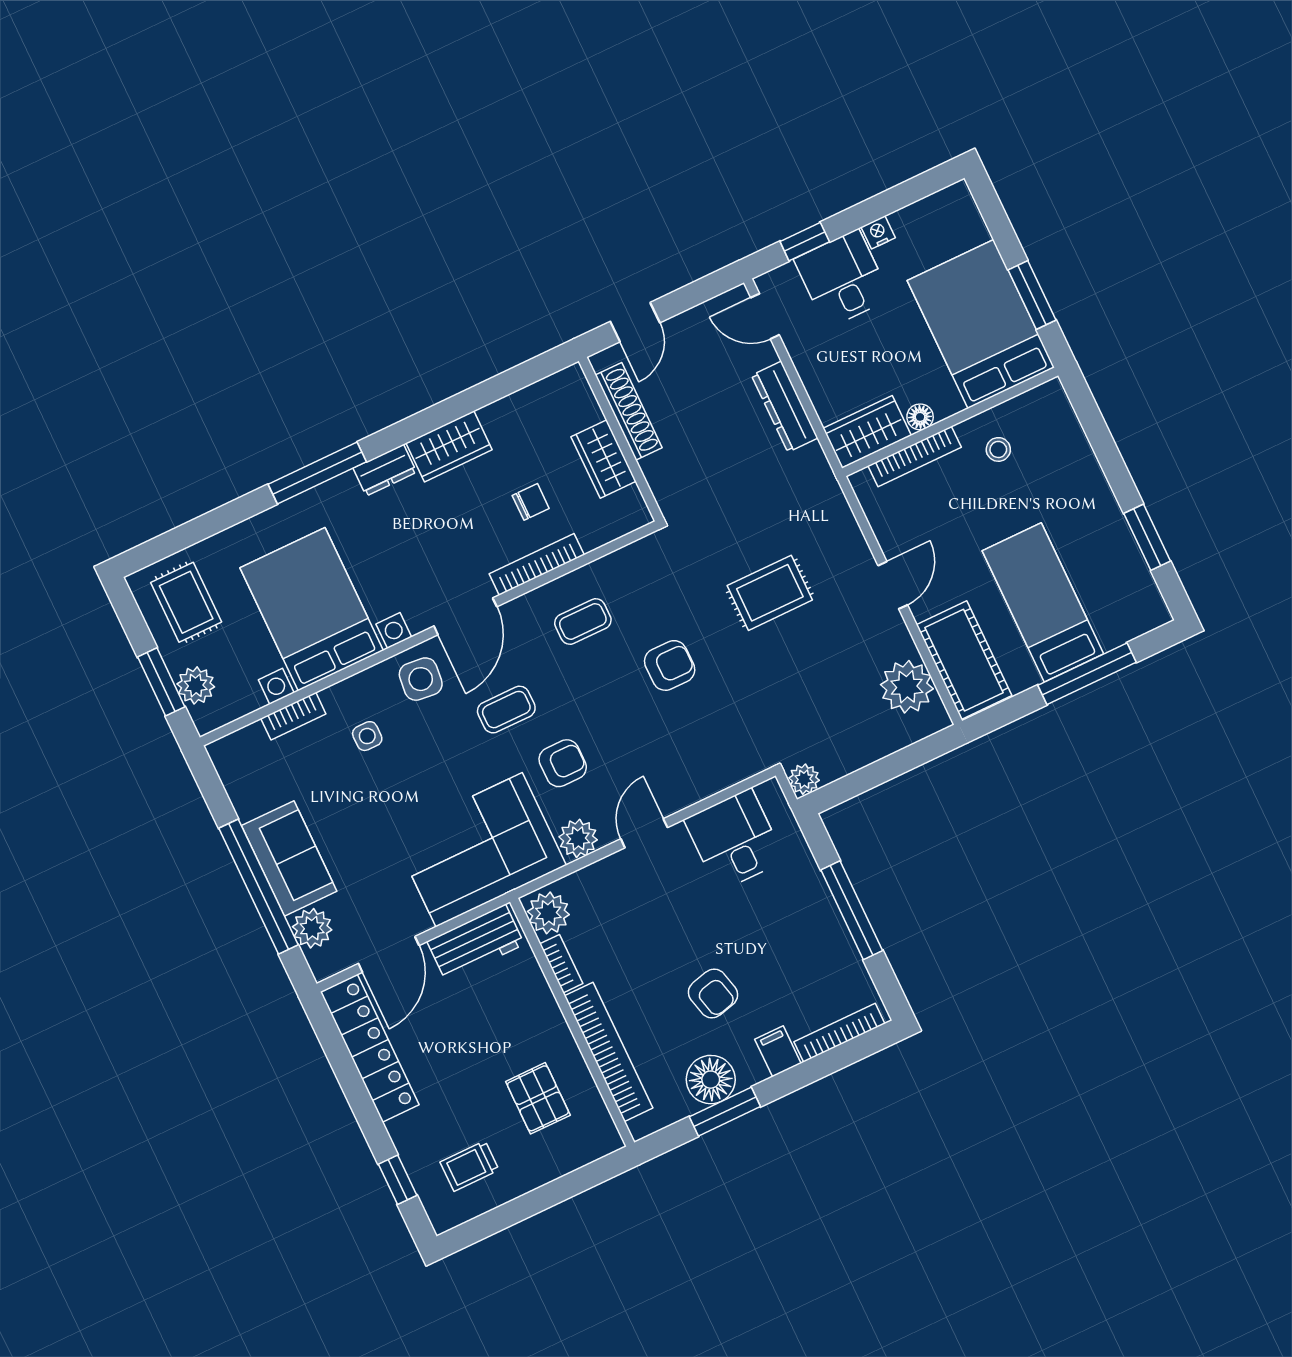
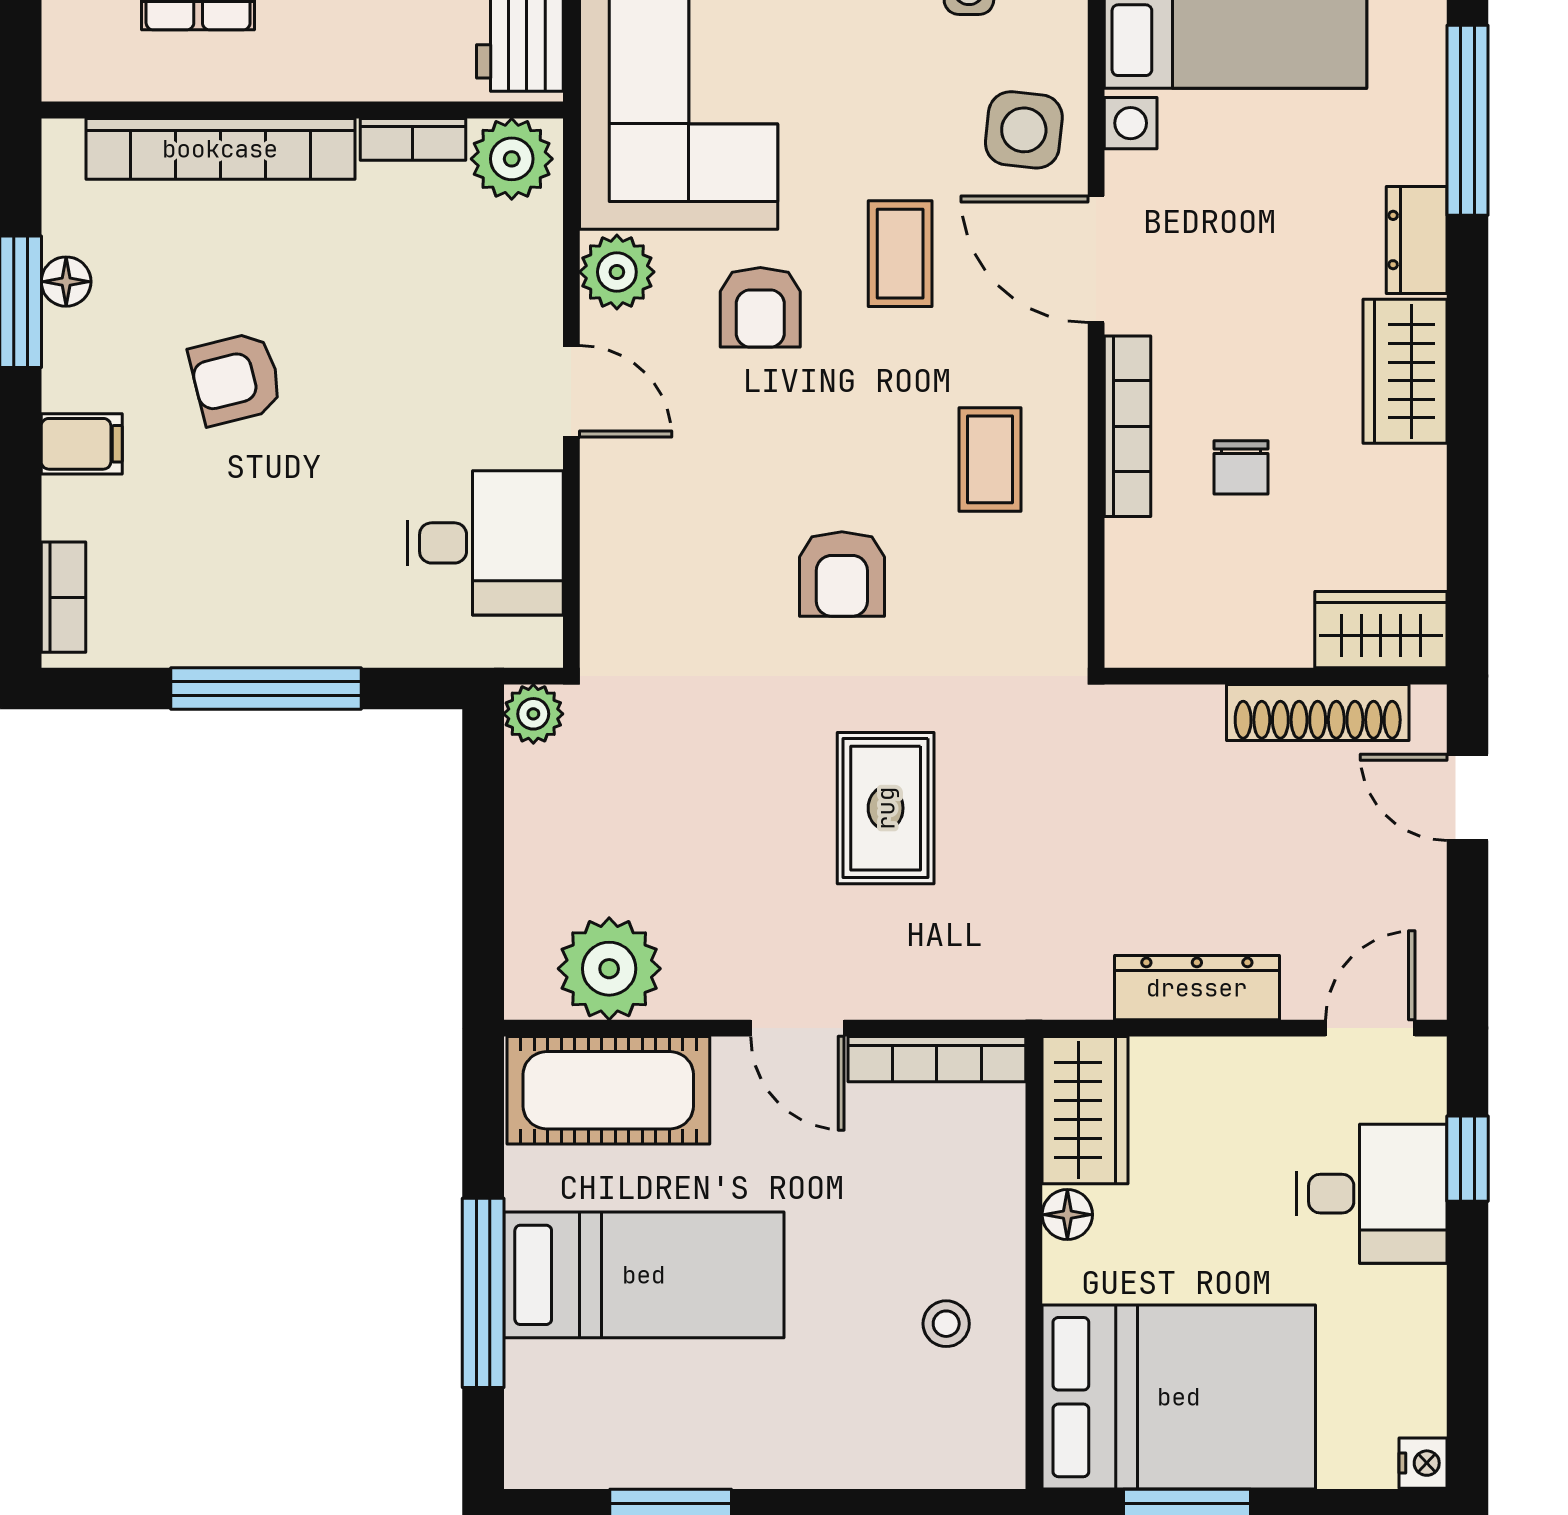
nightstand: (878, 232) -> (1423, 1463), moved
bookcase: (915, 457) -> (937, 1059), moved, turned -90
wardrobe: (604, 459) -> (1381, 630), moved
bookcase: (839, 1033) -> (63, 597), width x0.64
floor lamp: (711, 1080) -> (66, 282), width x0.53, depth x0.53

